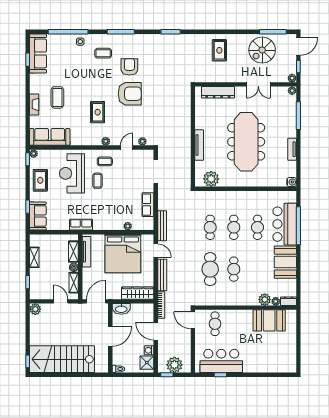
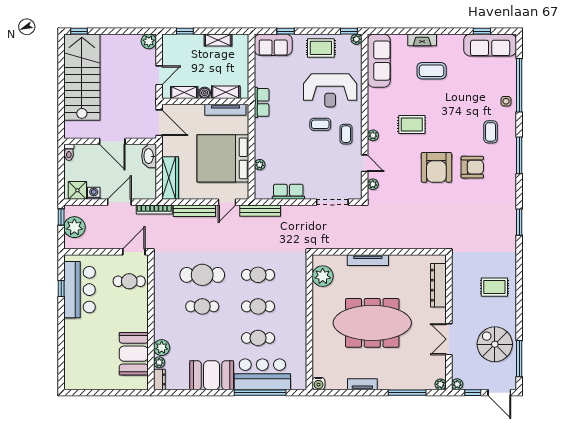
reception desk: (72, 173) -> (330, 90), turned 180

